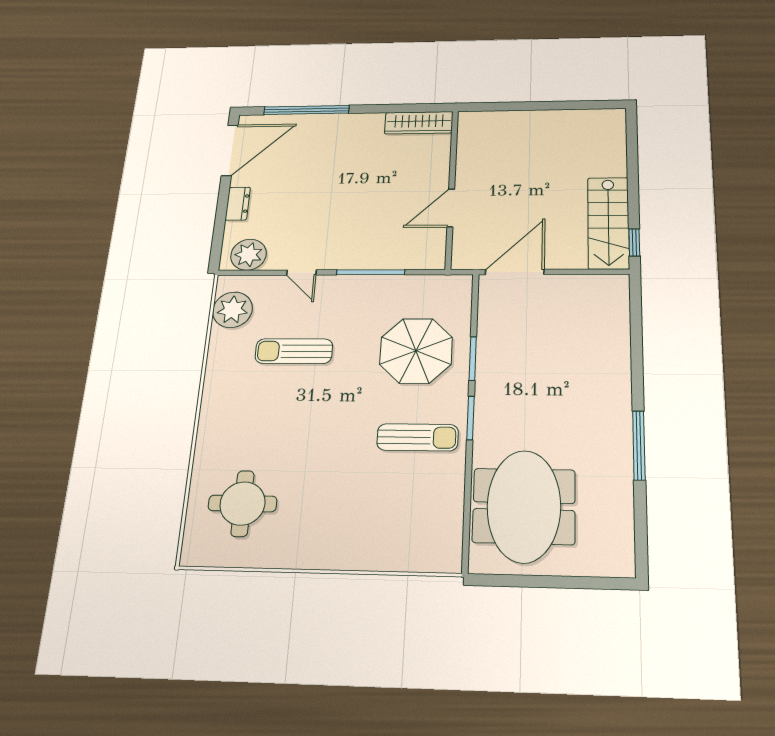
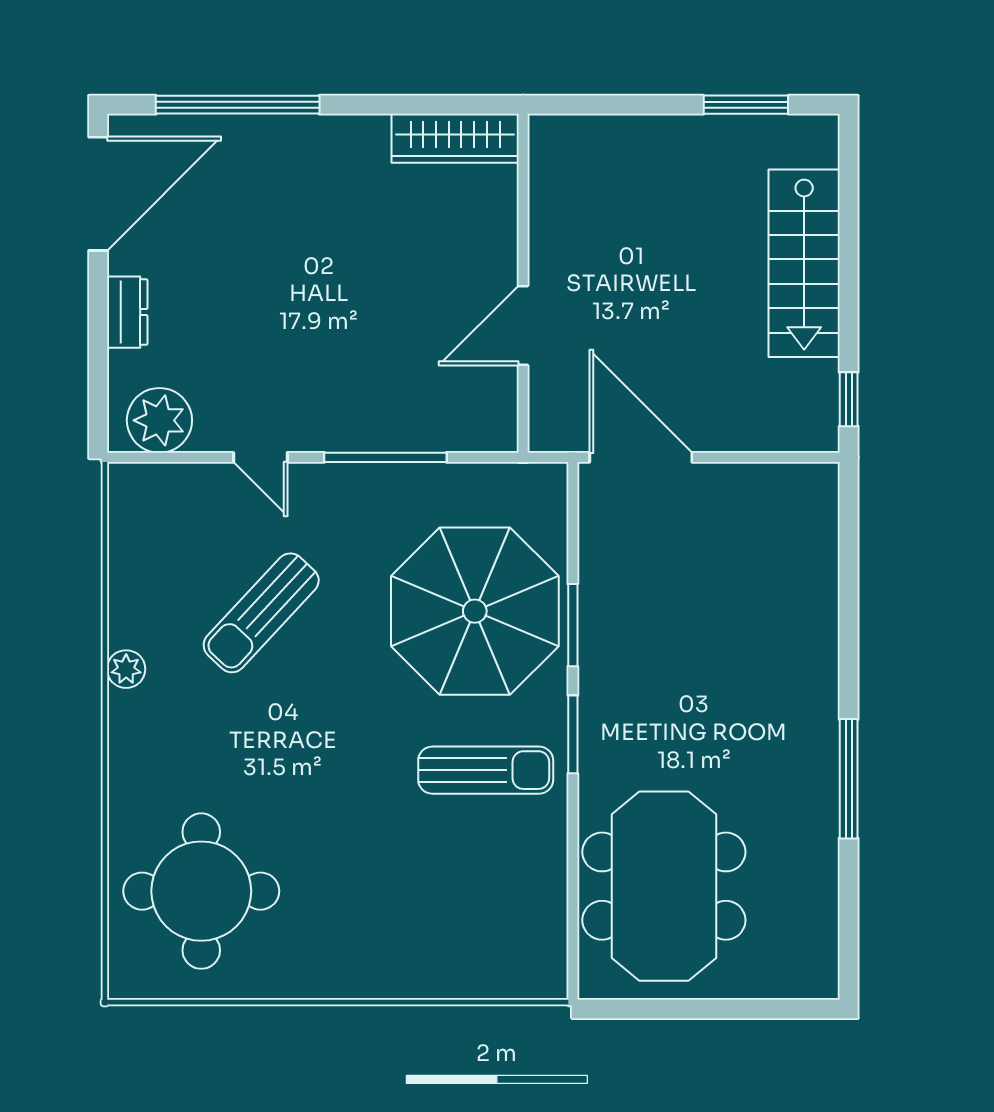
window: (575, 105) -> (746, 105), added
stairs: (608, 223) -> (804, 263), moved
door: (515, 272) -> (641, 457), hinge flipped
plant: (232, 310) -> (126, 669), moved, width x0.53, depth x0.53
sun lounger: (294, 351) -> (261, 613), turned -47
parasol: (416, 351) -> (475, 611), width x1.36, depth x1.36
round table: (243, 503) -> (201, 891), width x1.36, depth x1.36

